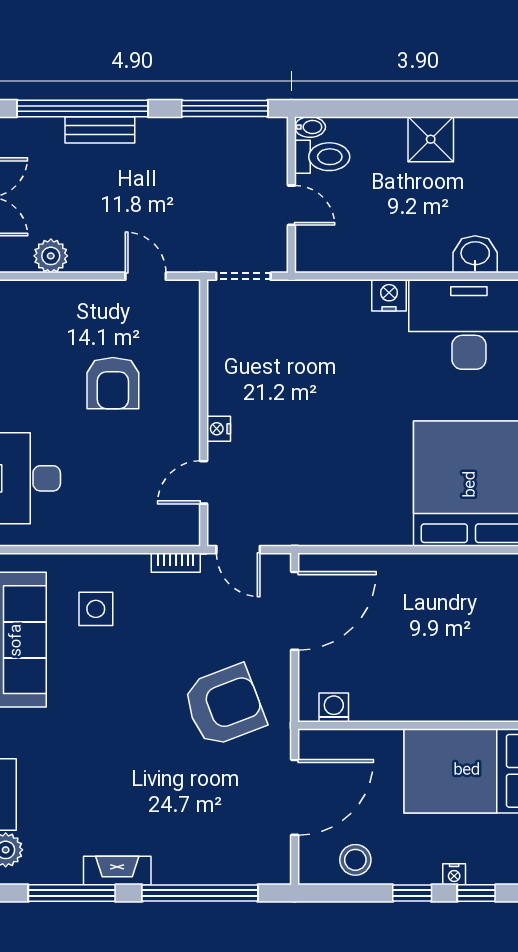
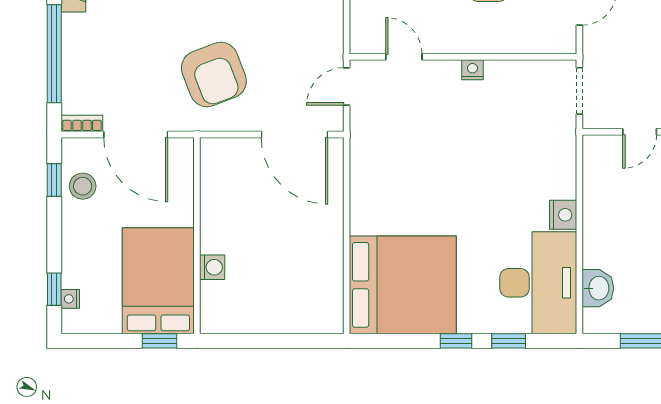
nightstand: (219, 429) -> (472, 70), moved
bookcase: (176, 563) -> (82, 123), moved, turned 90
washing machine: (334, 708) -> (212, 267), moved
nightstand: (454, 874) -> (70, 299), moved
window: (412, 893) -> (54, 180), moved

